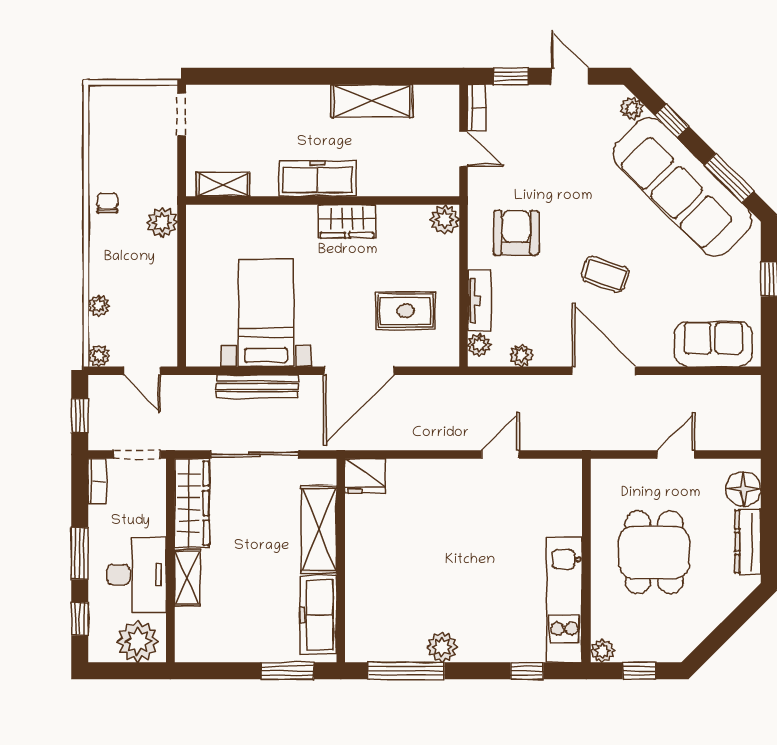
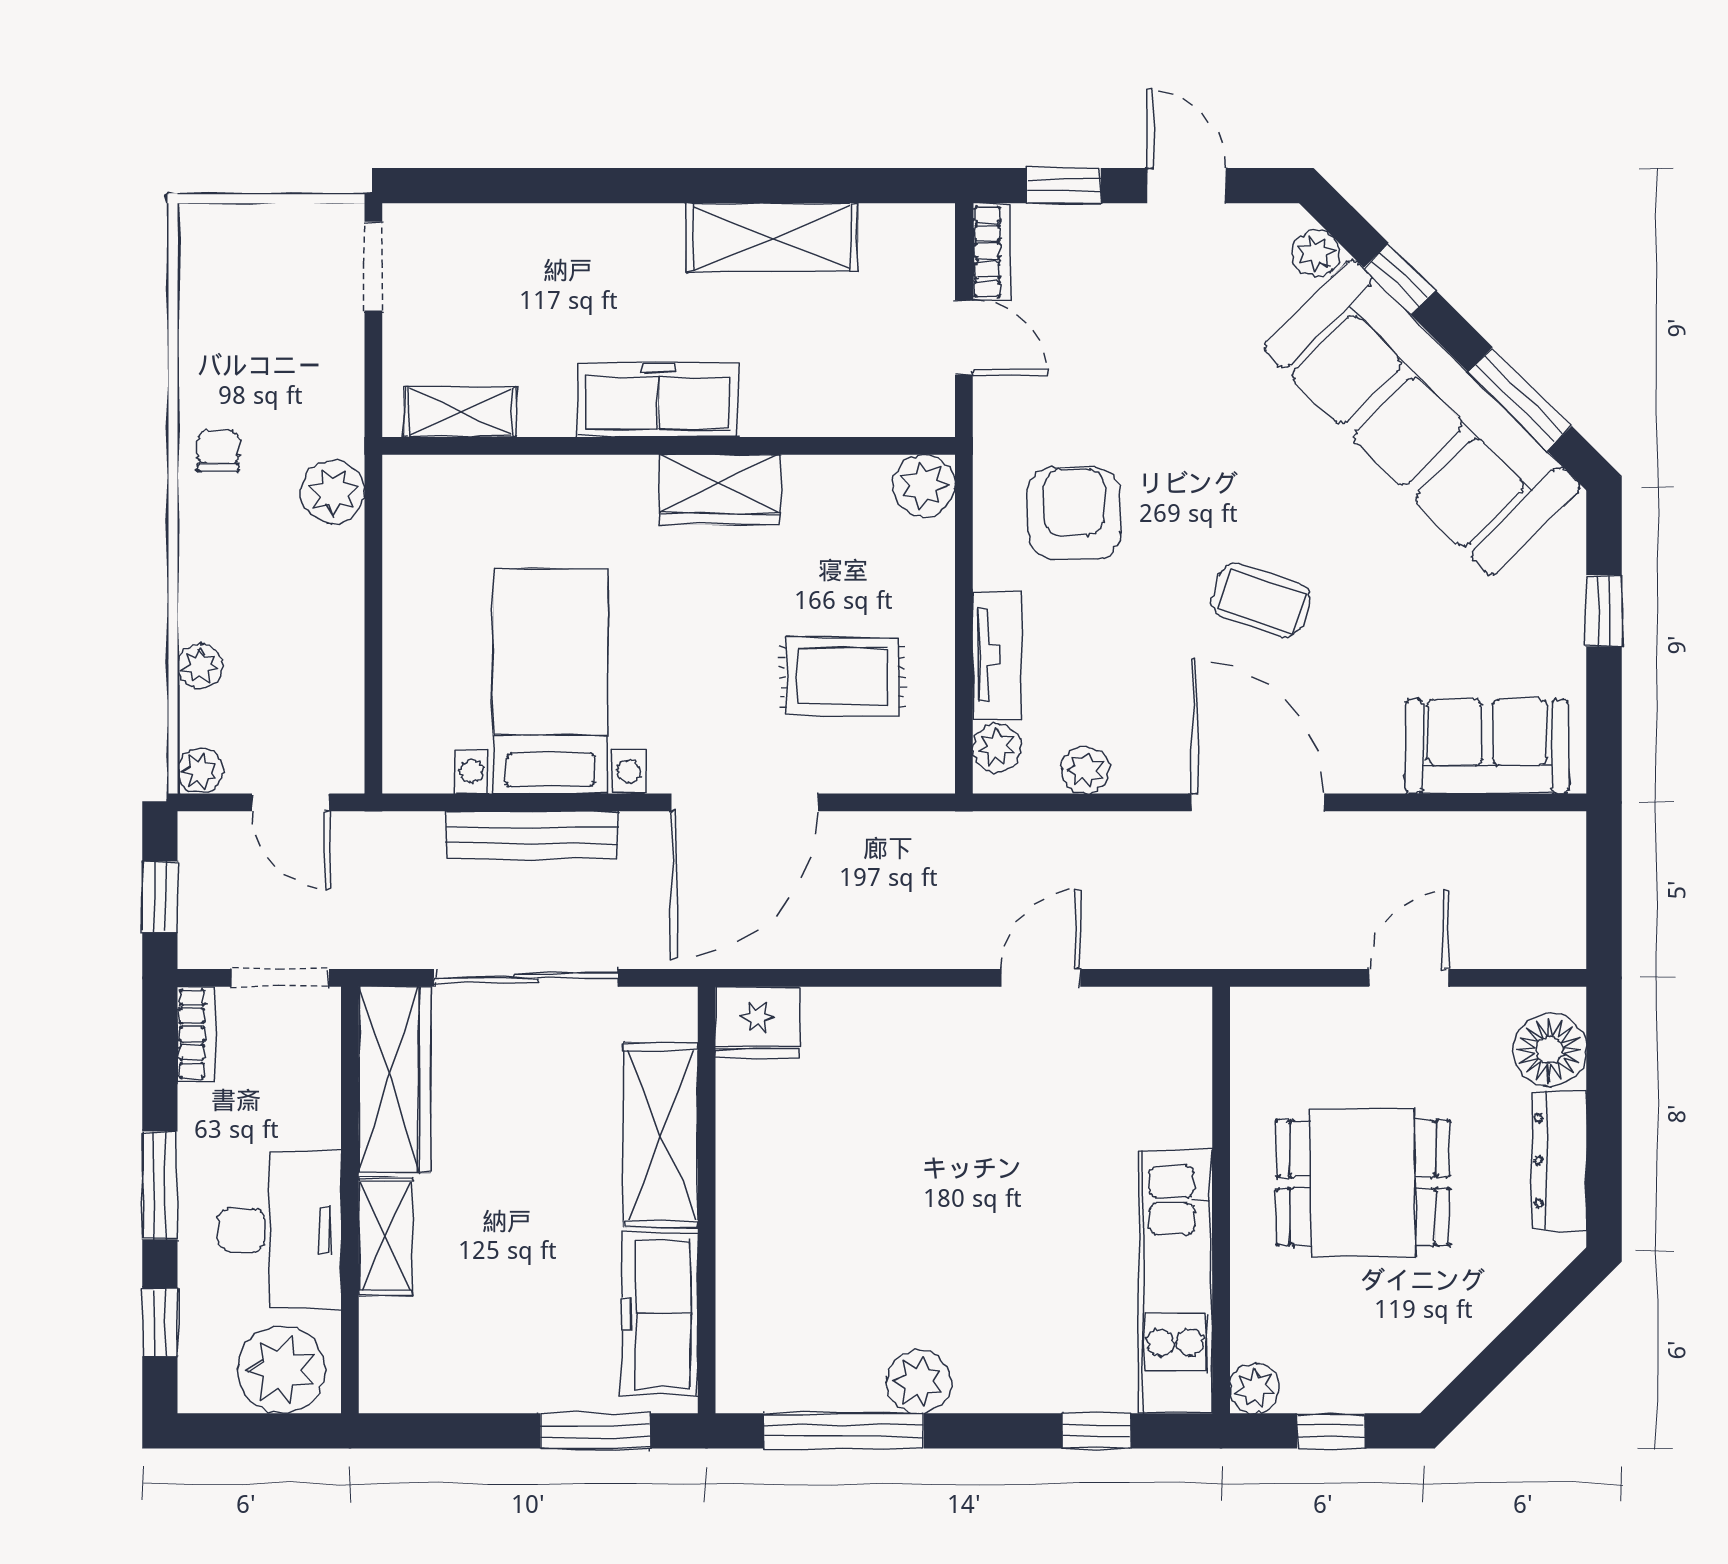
dining table: (654, 552) -> (1363, 1183), turned 90

